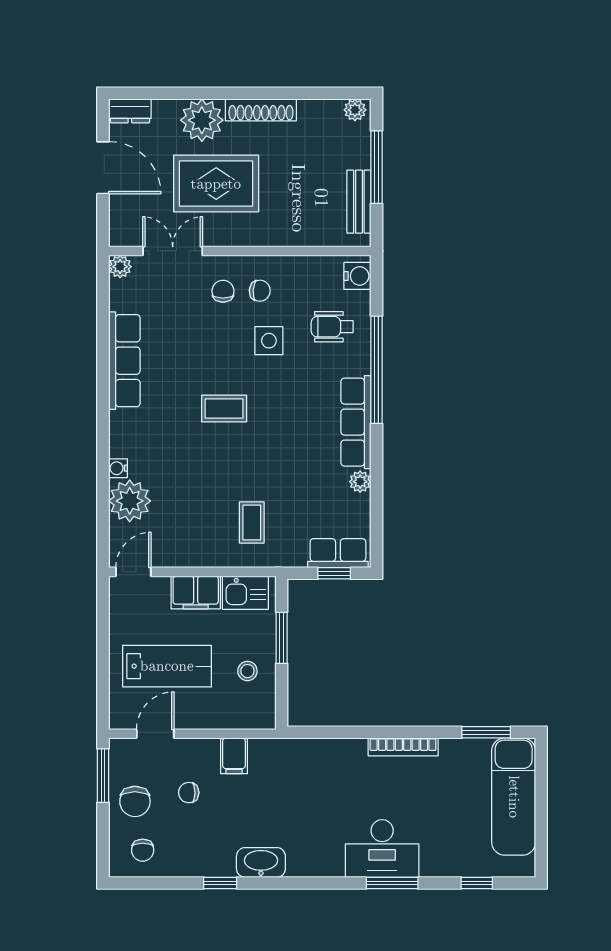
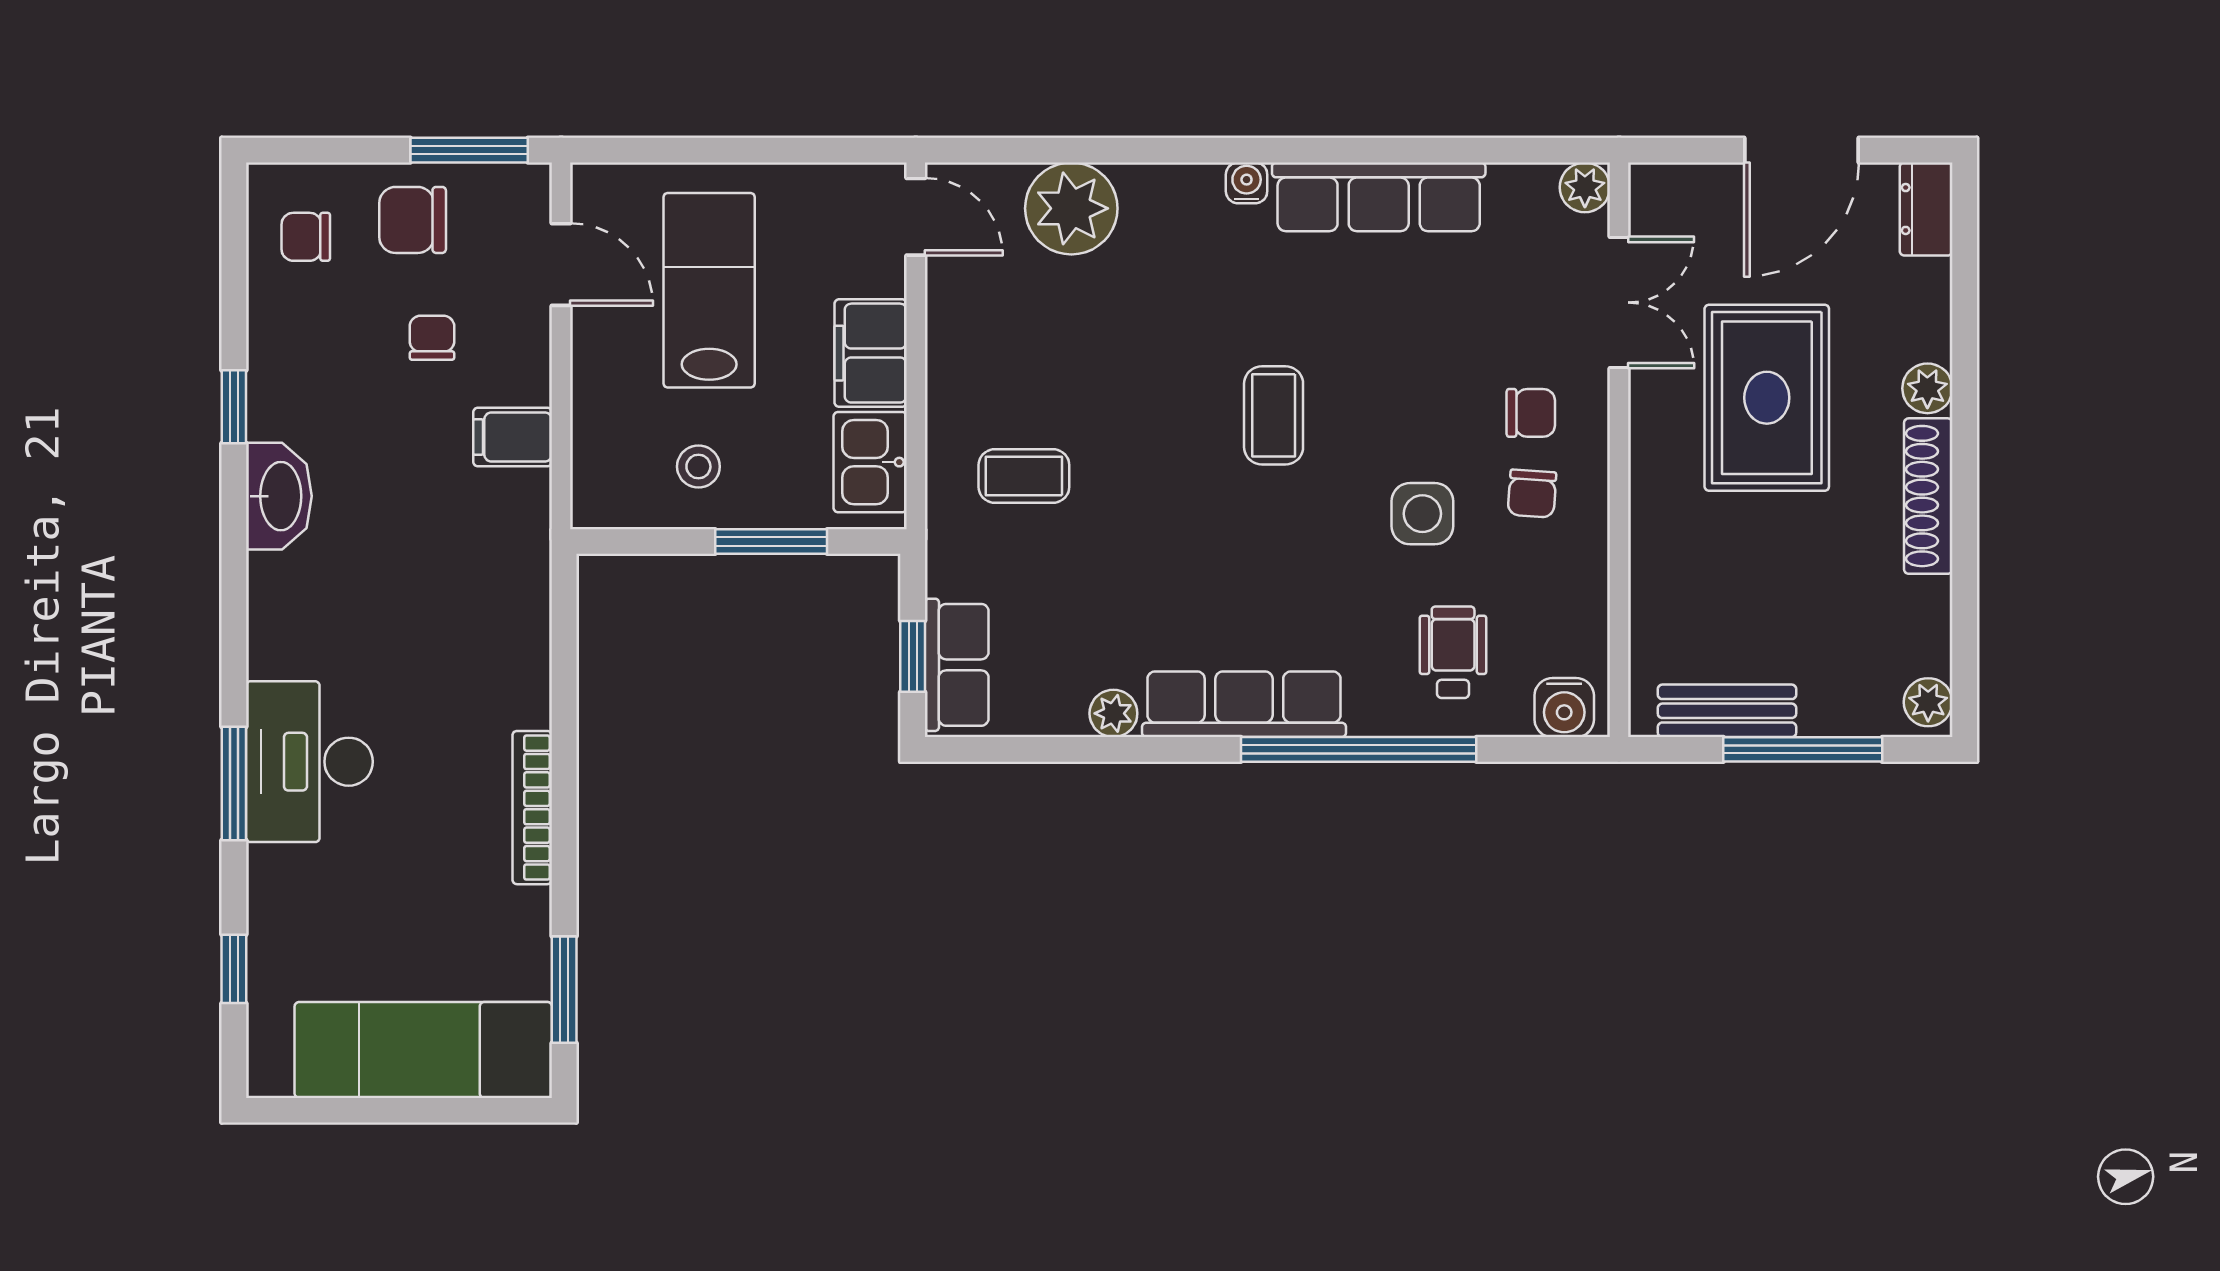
plant: (202, 120) -> (1927, 388), width x0.53, depth x0.53
water cooler: (118, 468) -> (1247, 183), moved
lab bench: (167, 666) -> (709, 290), turned 180

